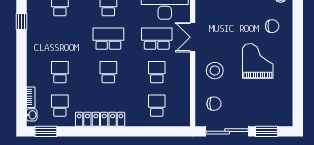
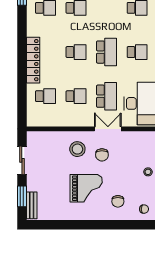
chair: (214, 104) -> (102, 155), moved
locker: (100, 119) -> (33, 60), moved
bench: (277, 121) -> (32, 205), added
sliding door: (227, 131) -> (22, 160), width x0.73

